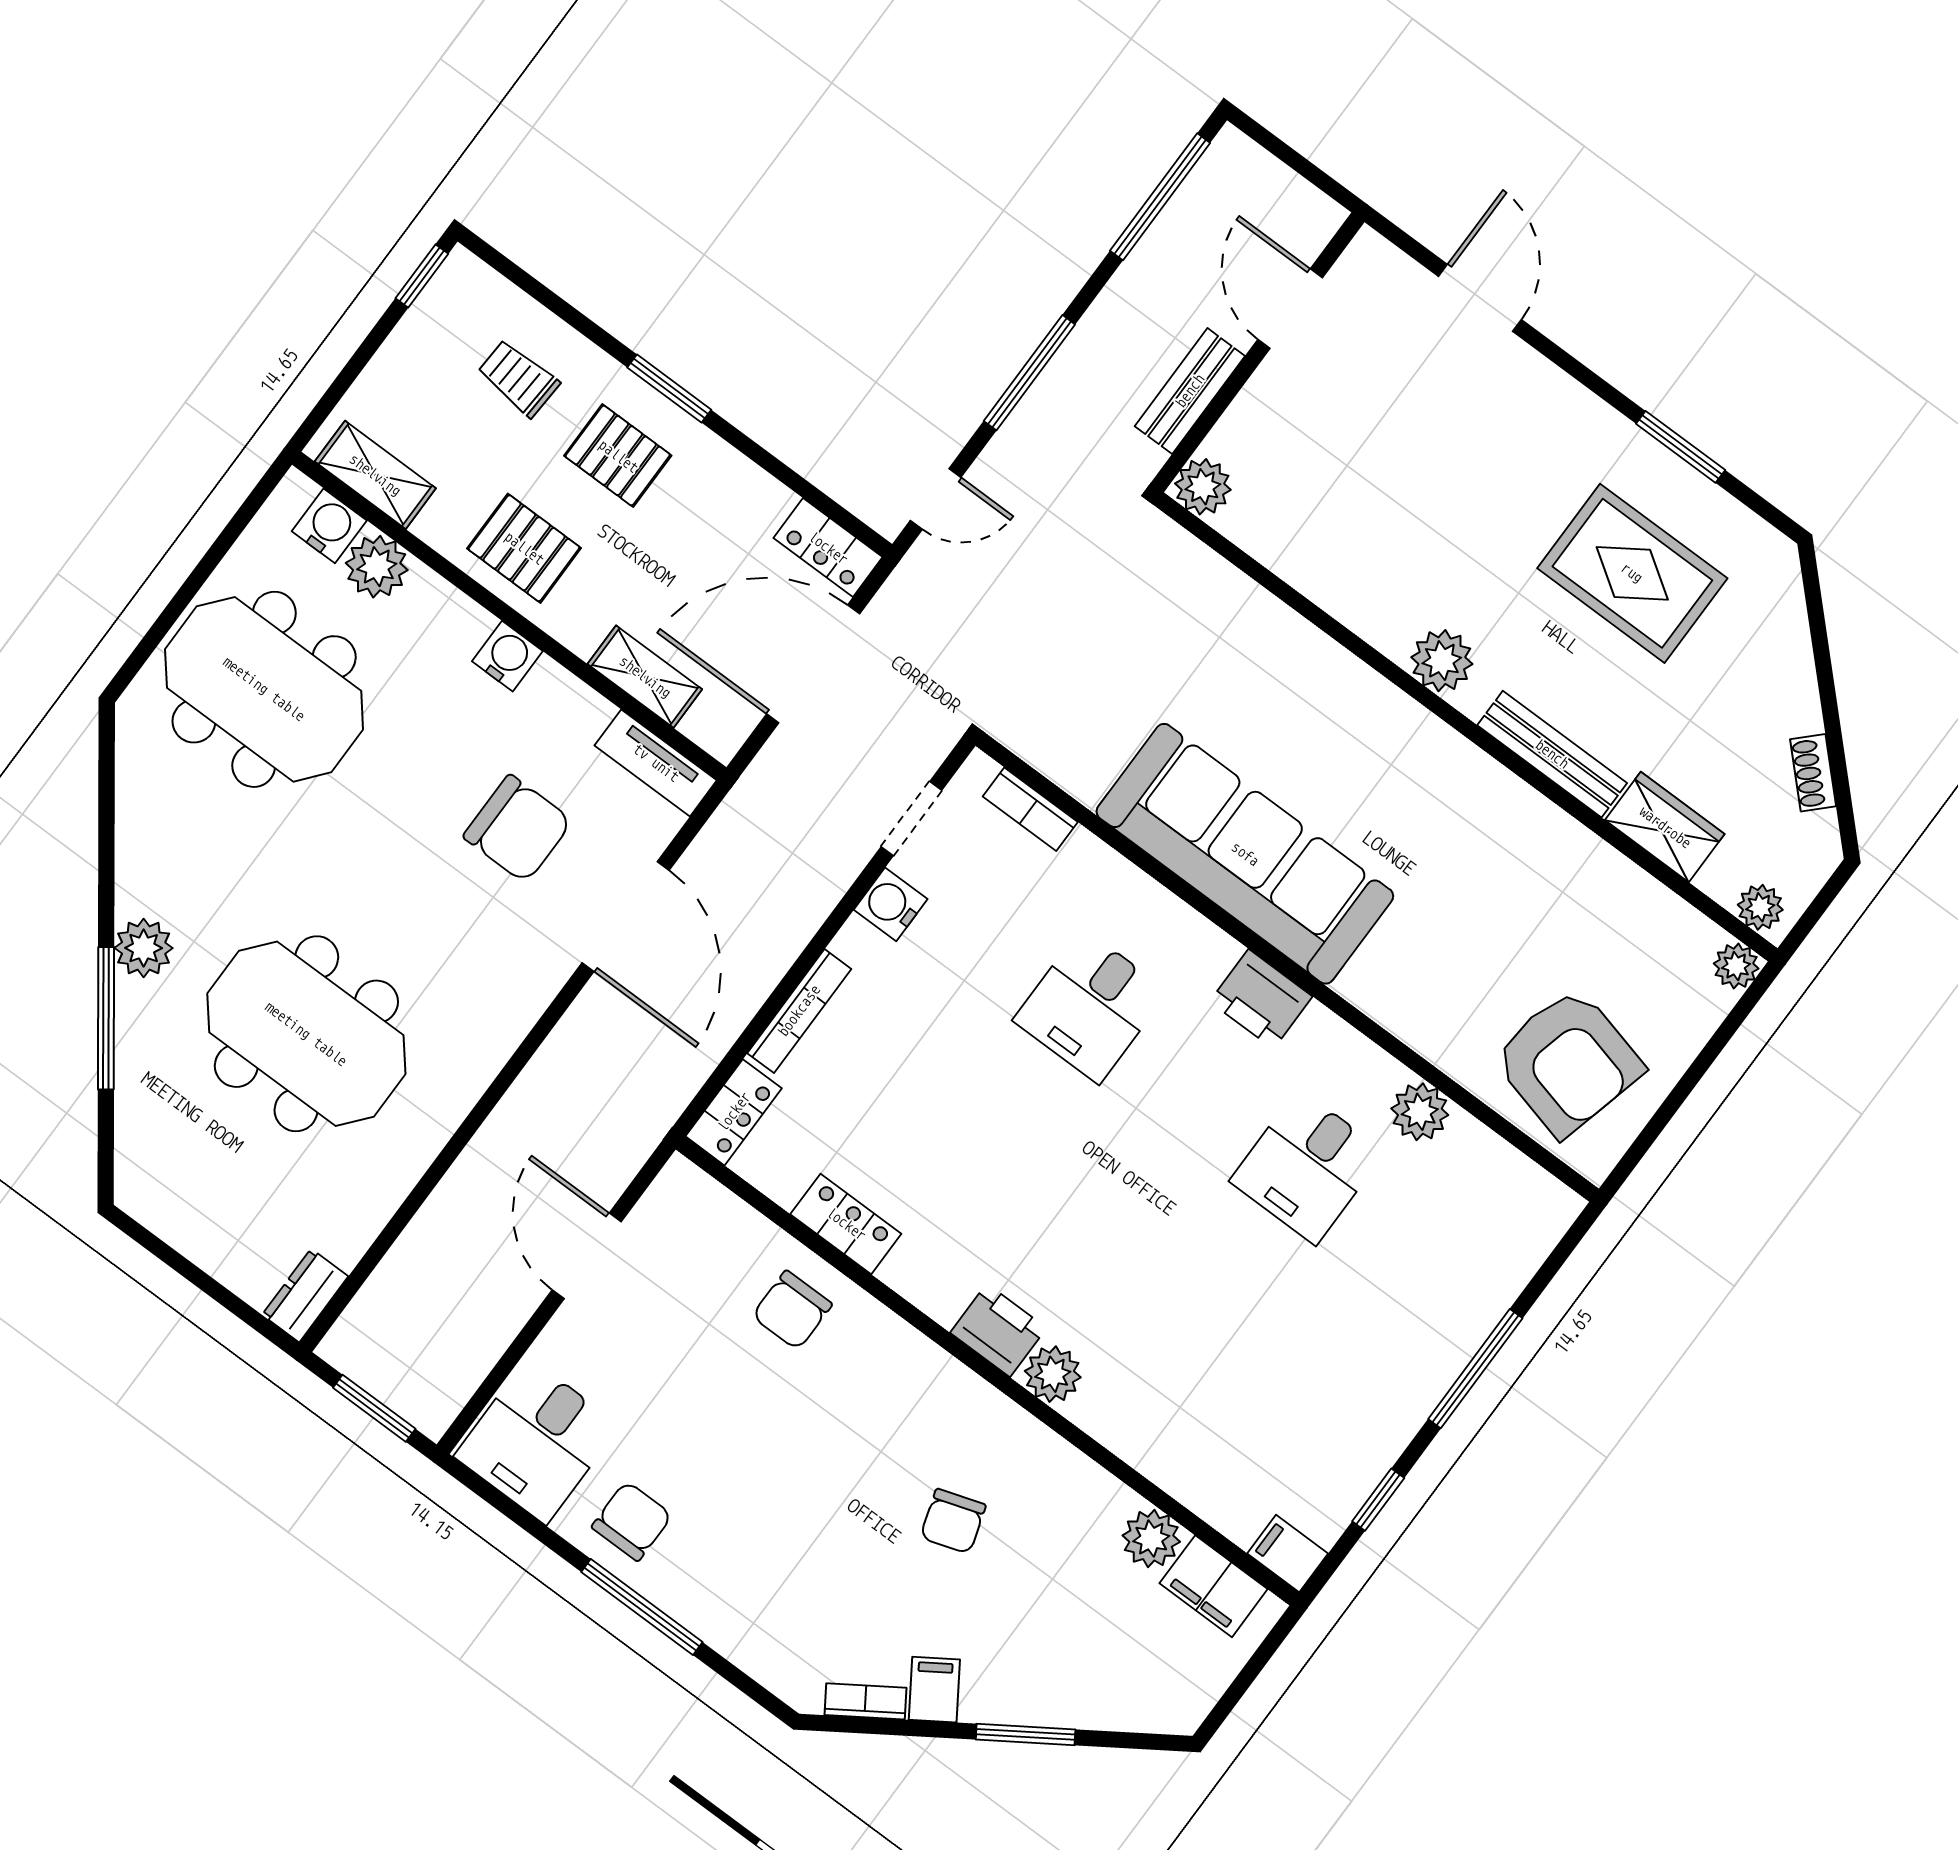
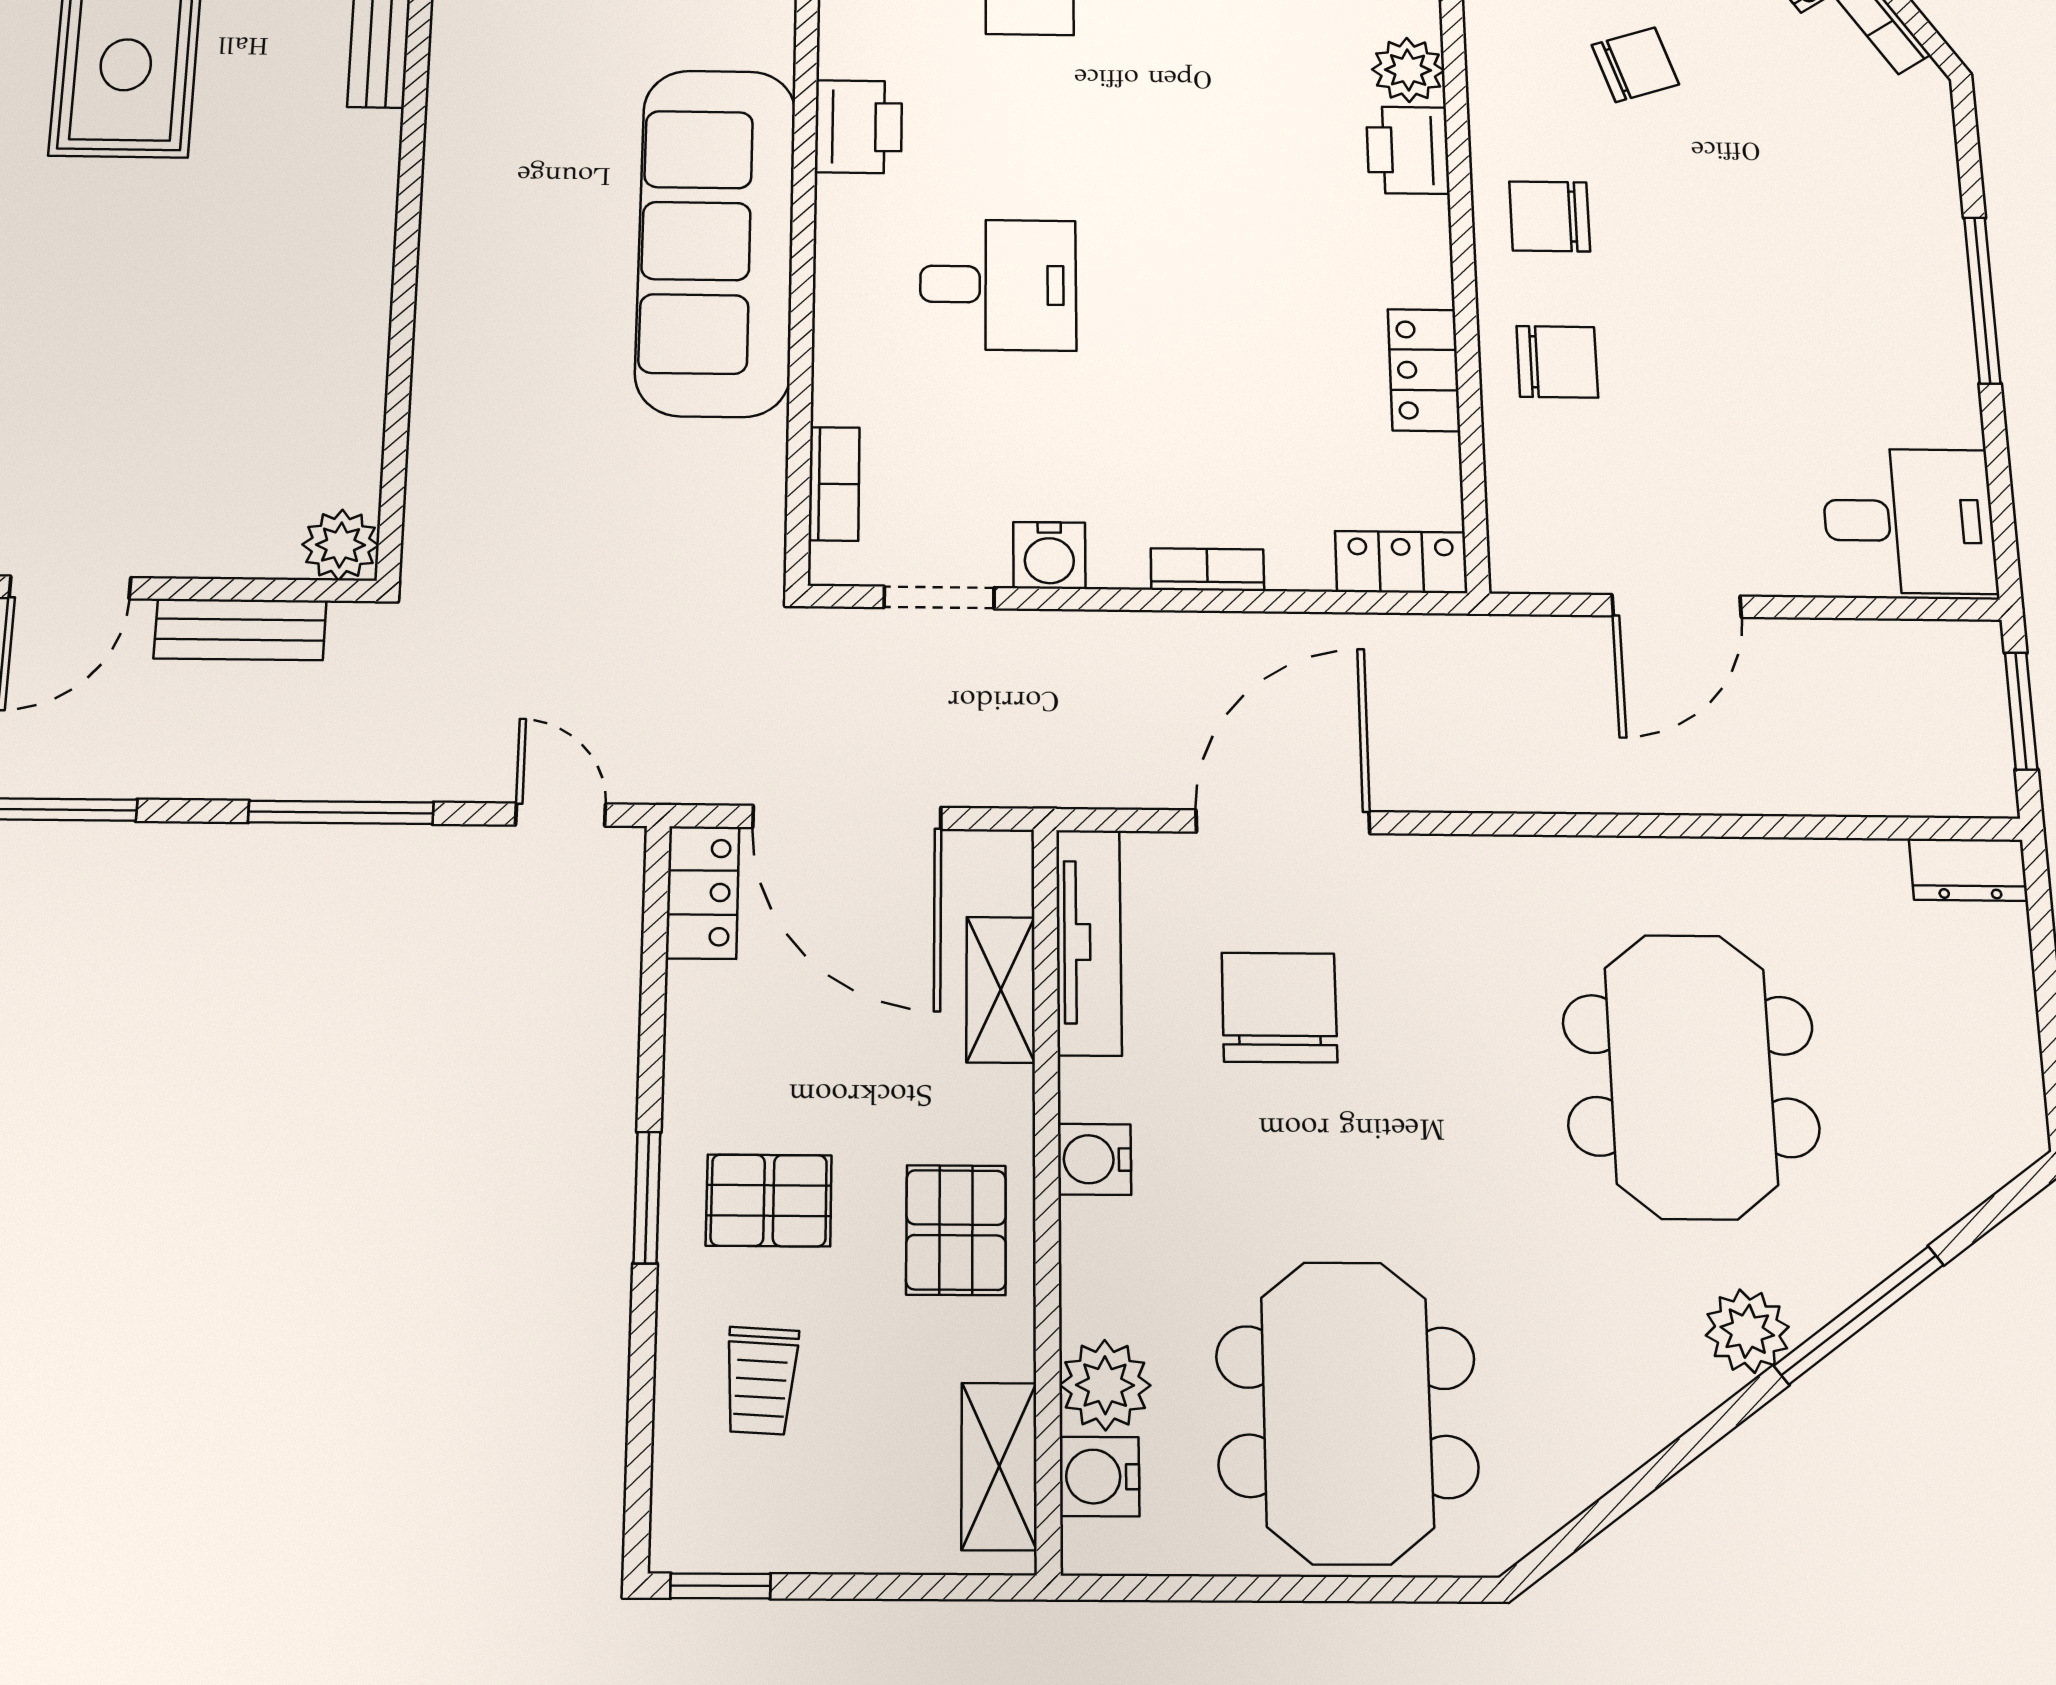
pallet: (618, 456) -> (769, 1200), turned 90
plant: (1442, 661) -> (359, 186), removed
tv unit: (656, 763) -> (1089, 942), width x1.41
bookcase: (799, 1011) -> (1207, 570), width x0.64
chair: (632, 1521) -> (1550, 216), moved

